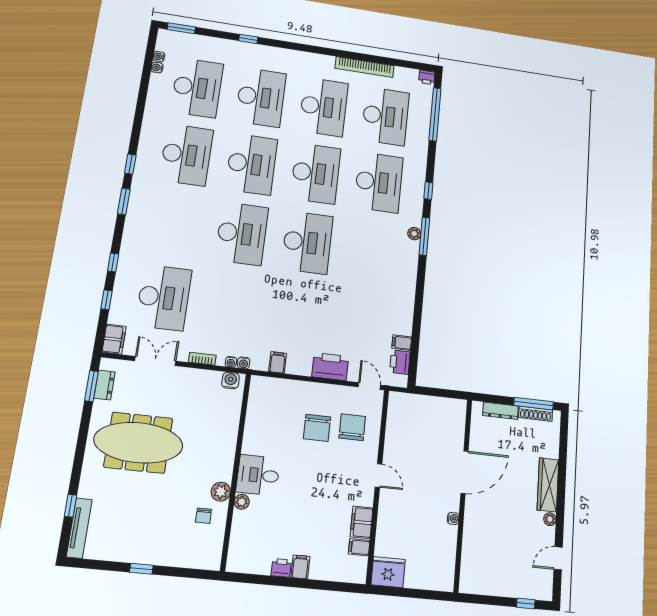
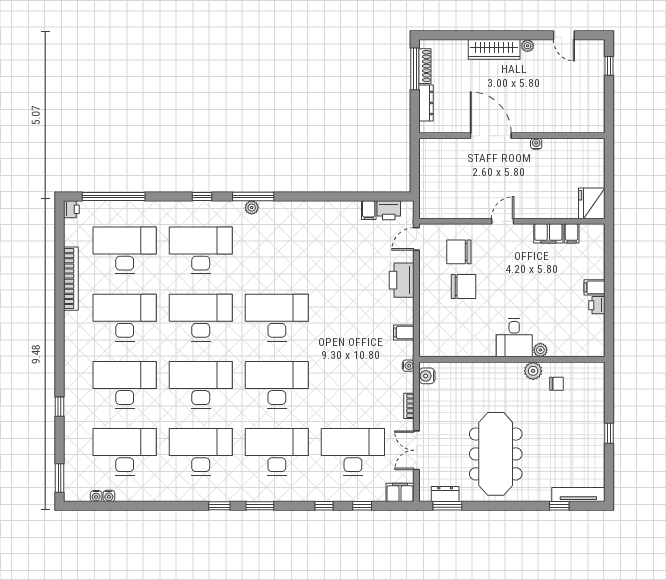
desk: (175, 225) -> (277, 452), added
water cooler: (231, 362) -> (409, 378), removed

